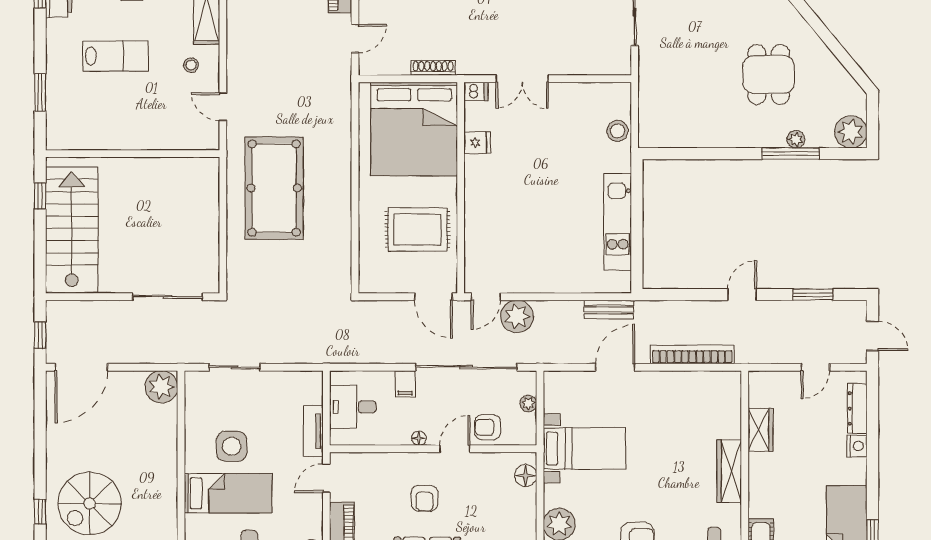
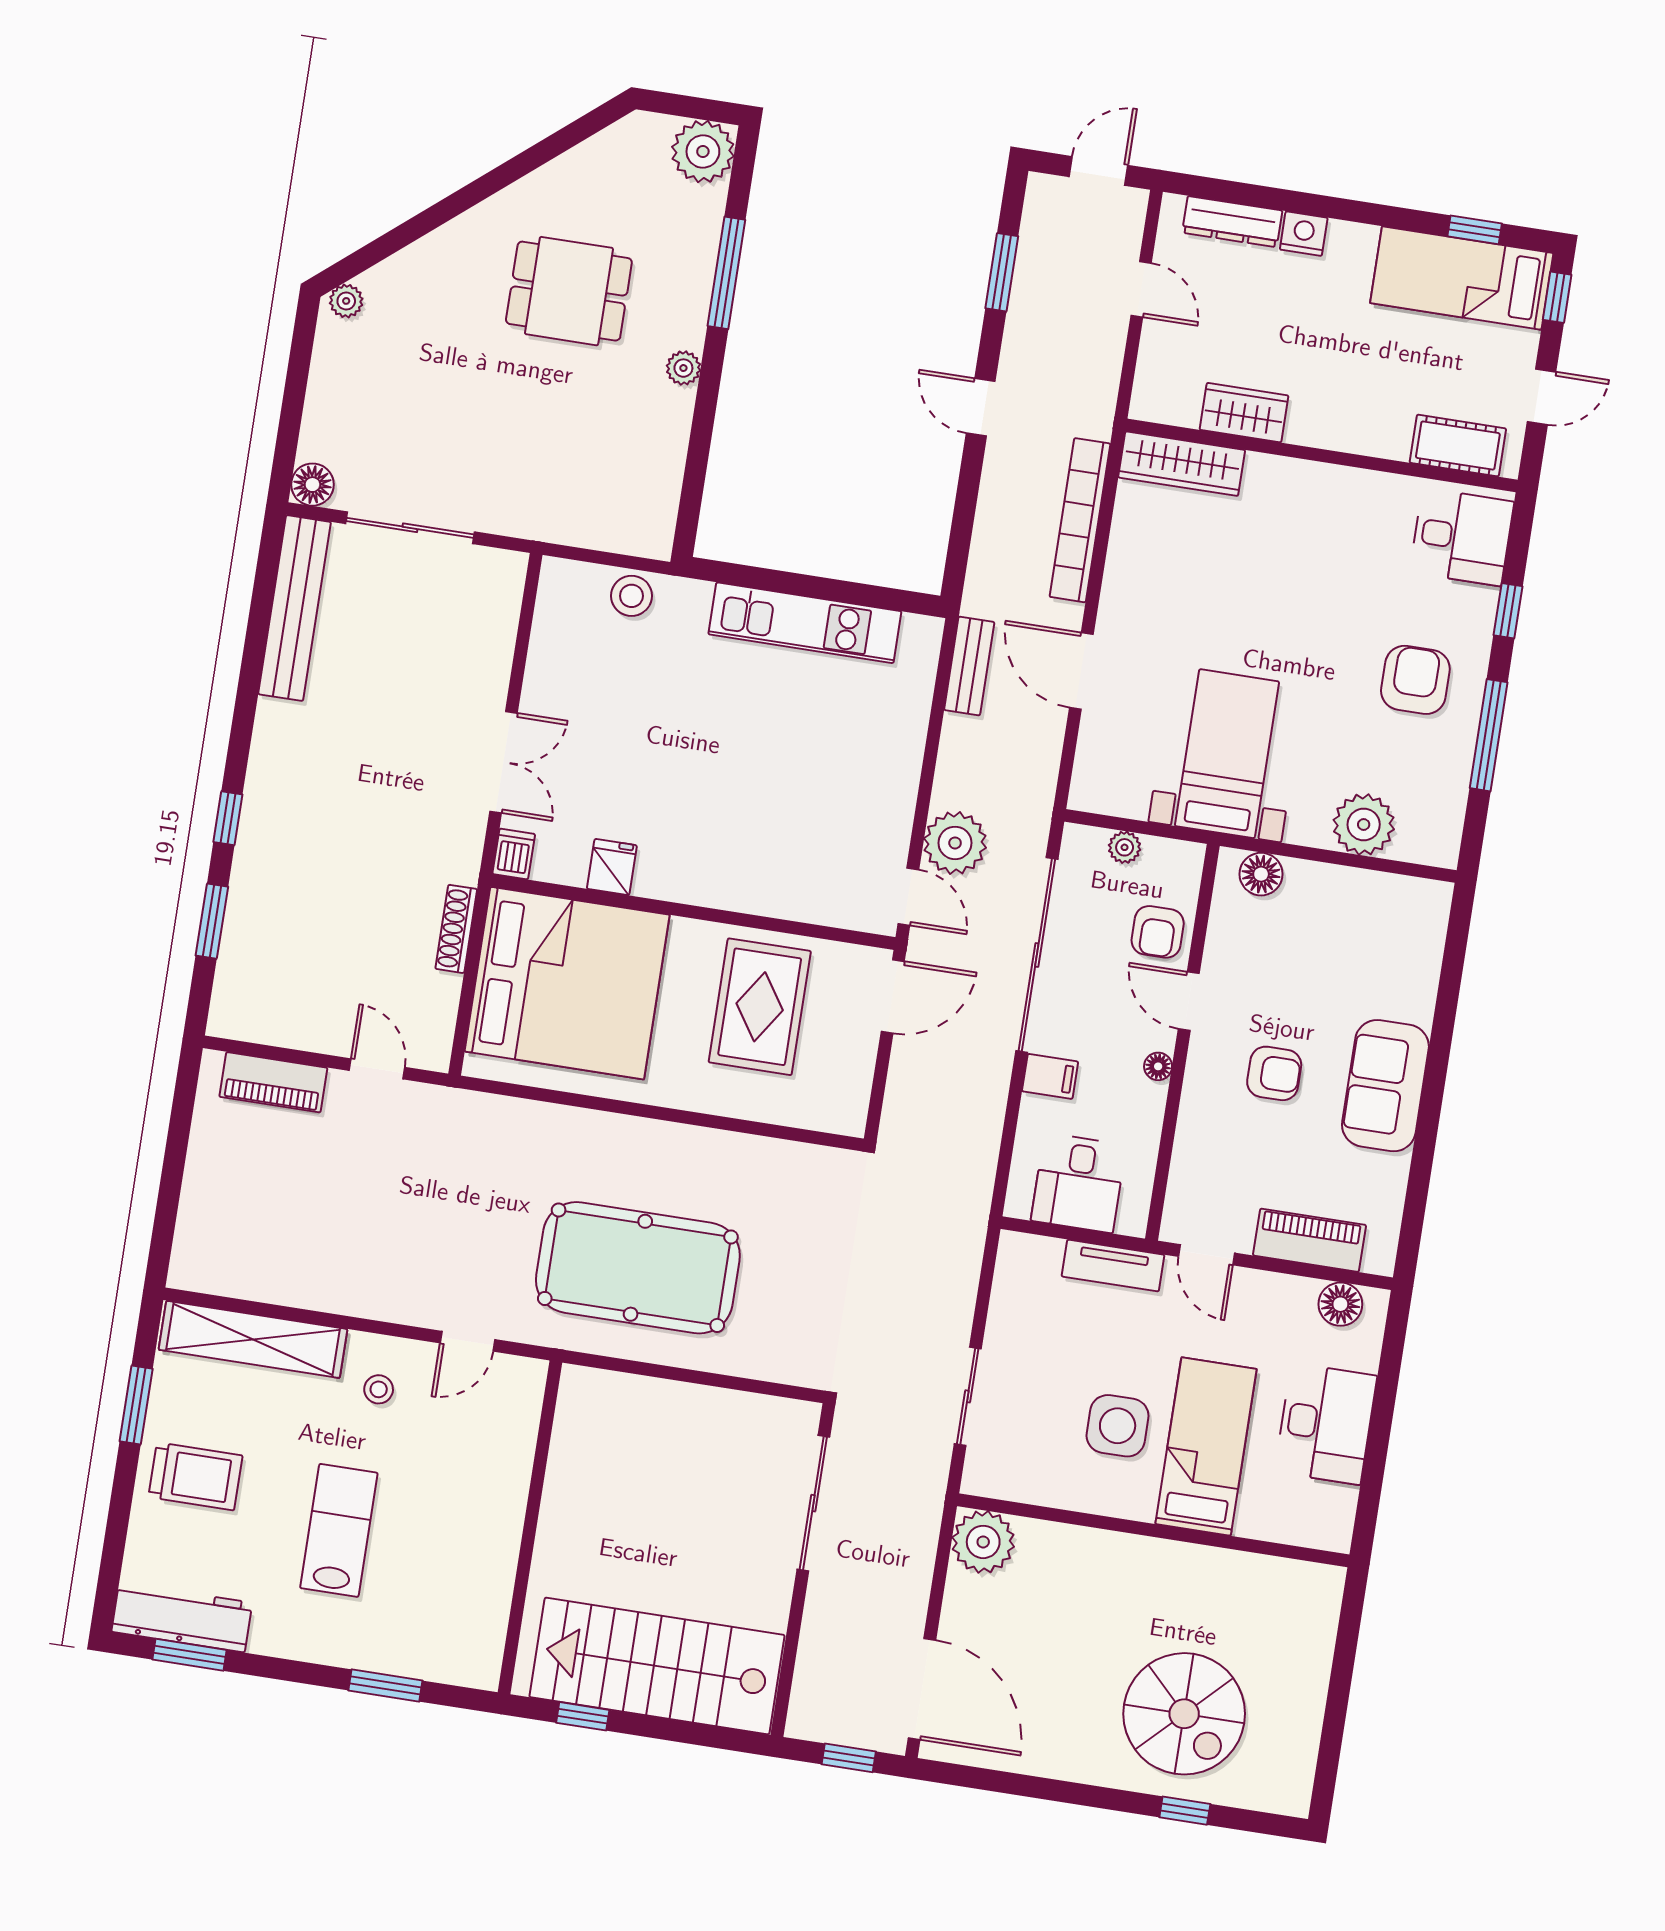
plant: (796, 139) -> (683, 368), moved
wardrobe: (729, 471) -> (1182, 464), moved

